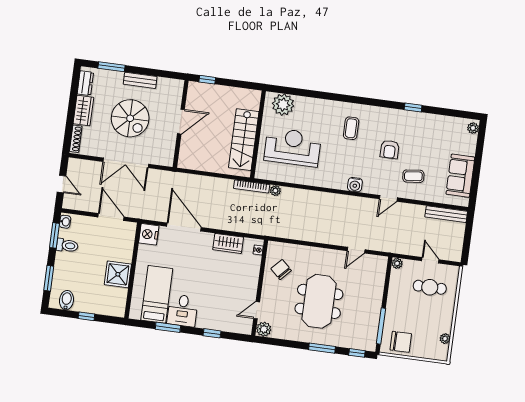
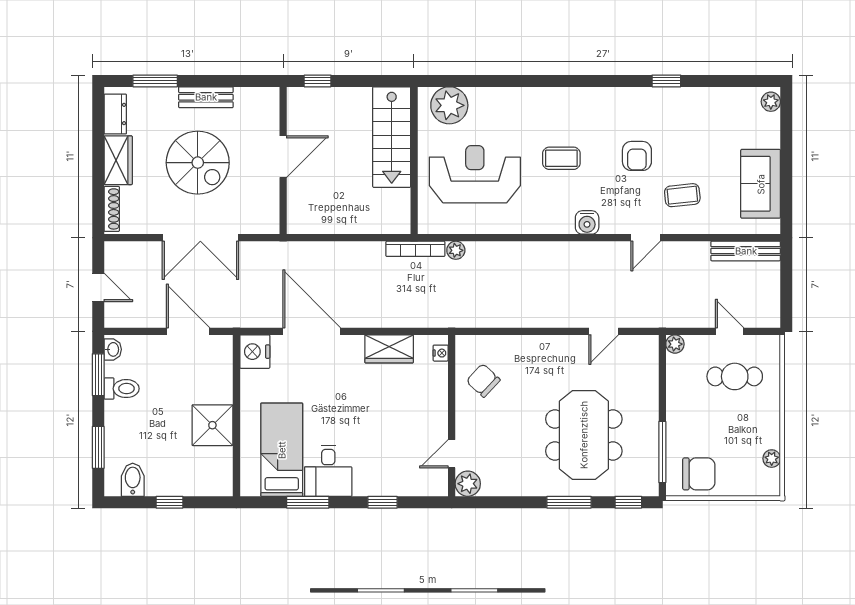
coffee table: (351, 128) -> (561, 158), moved, turned 90
stairs: (244, 140) -> (392, 137), moved
meeting table: (319, 301) -> (584, 435), moved

